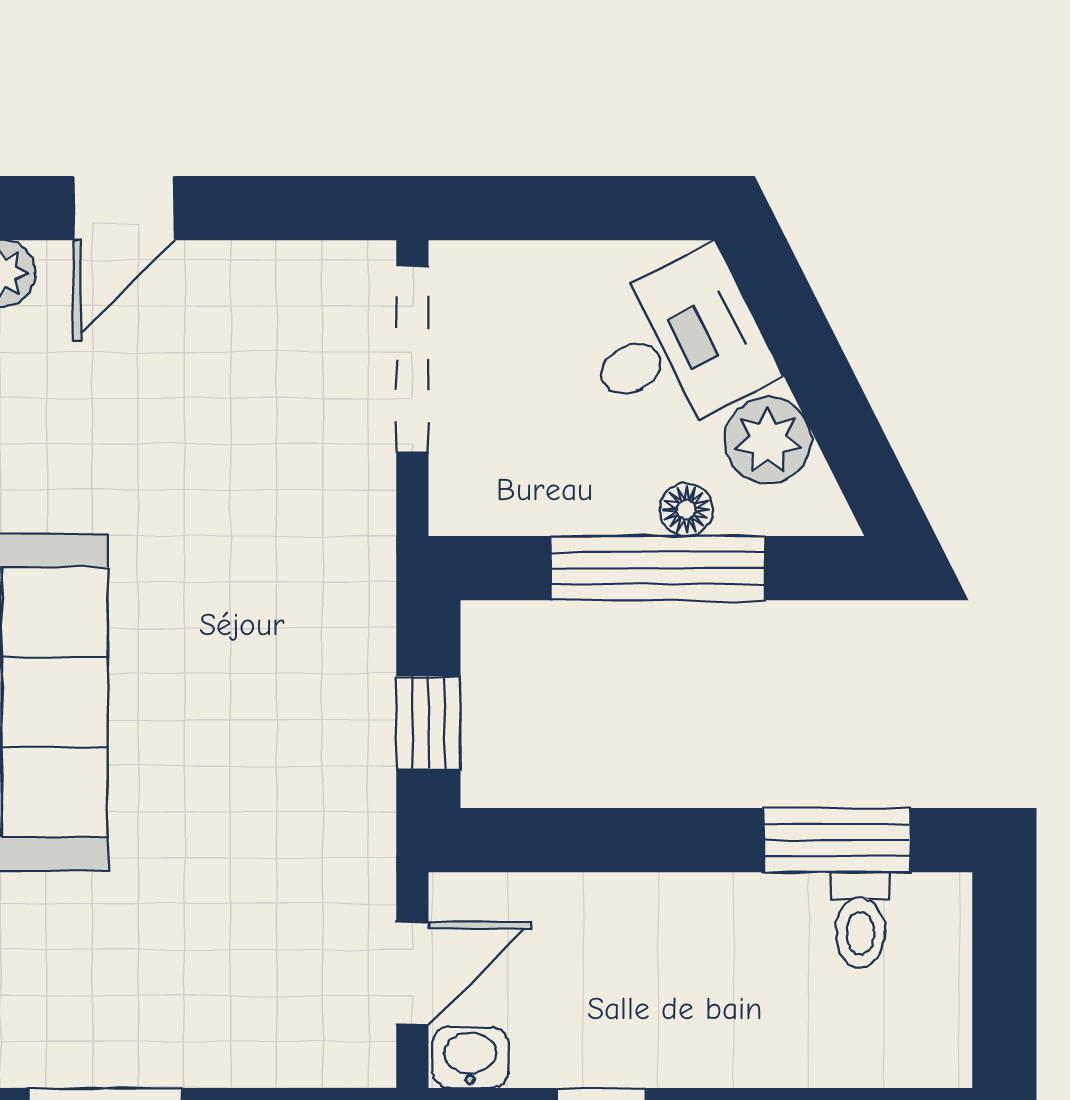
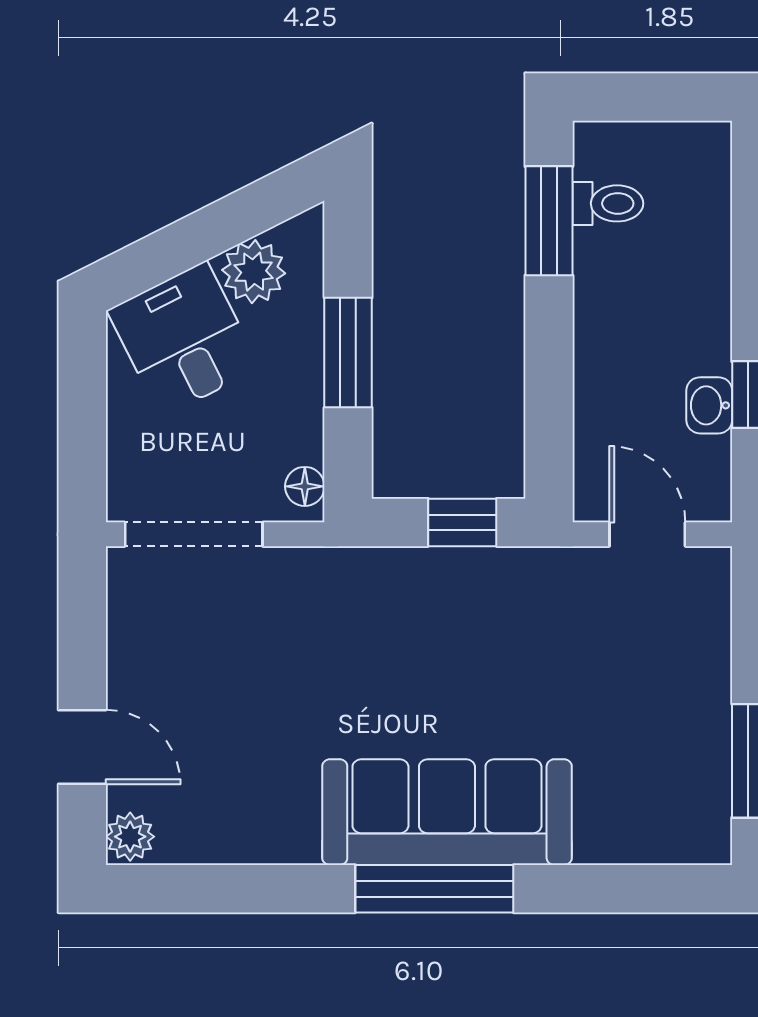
floor lamp: (686, 510) -> (305, 486), moved
window: (658, 568) -> (348, 353), width x0.69
washbasin: (470, 1057) -> (709, 405), moved

